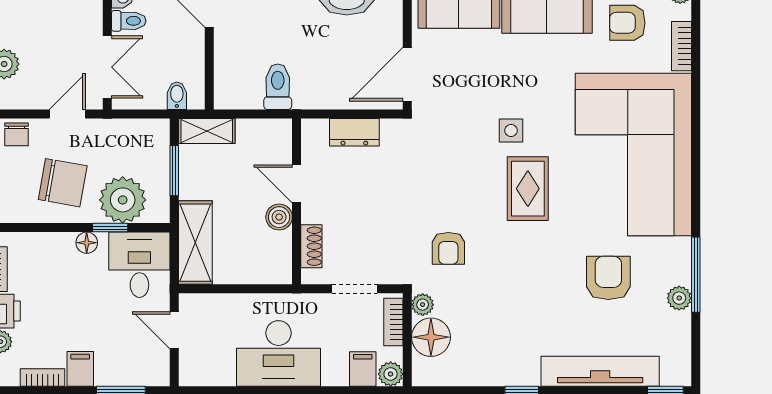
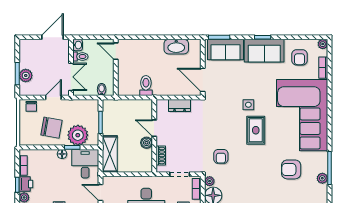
armchair: (627, 23) -> (299, 57), turned -90
door: (407, 74) -> (203, 80), hinge flipped
shelving: (207, 131) -> (115, 105), removed
armchair: (608, 278) -> (291, 169), turned -90

